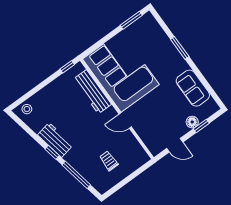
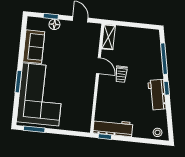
corner sofa: (121, 72) -> (41, 94), moved, turned 180
workbench: (92, 92) -> (113, 128), moved, turned -90
shelving: (138, 152) -> (108, 37), added
trolley: (109, 161) -> (121, 74), moved

